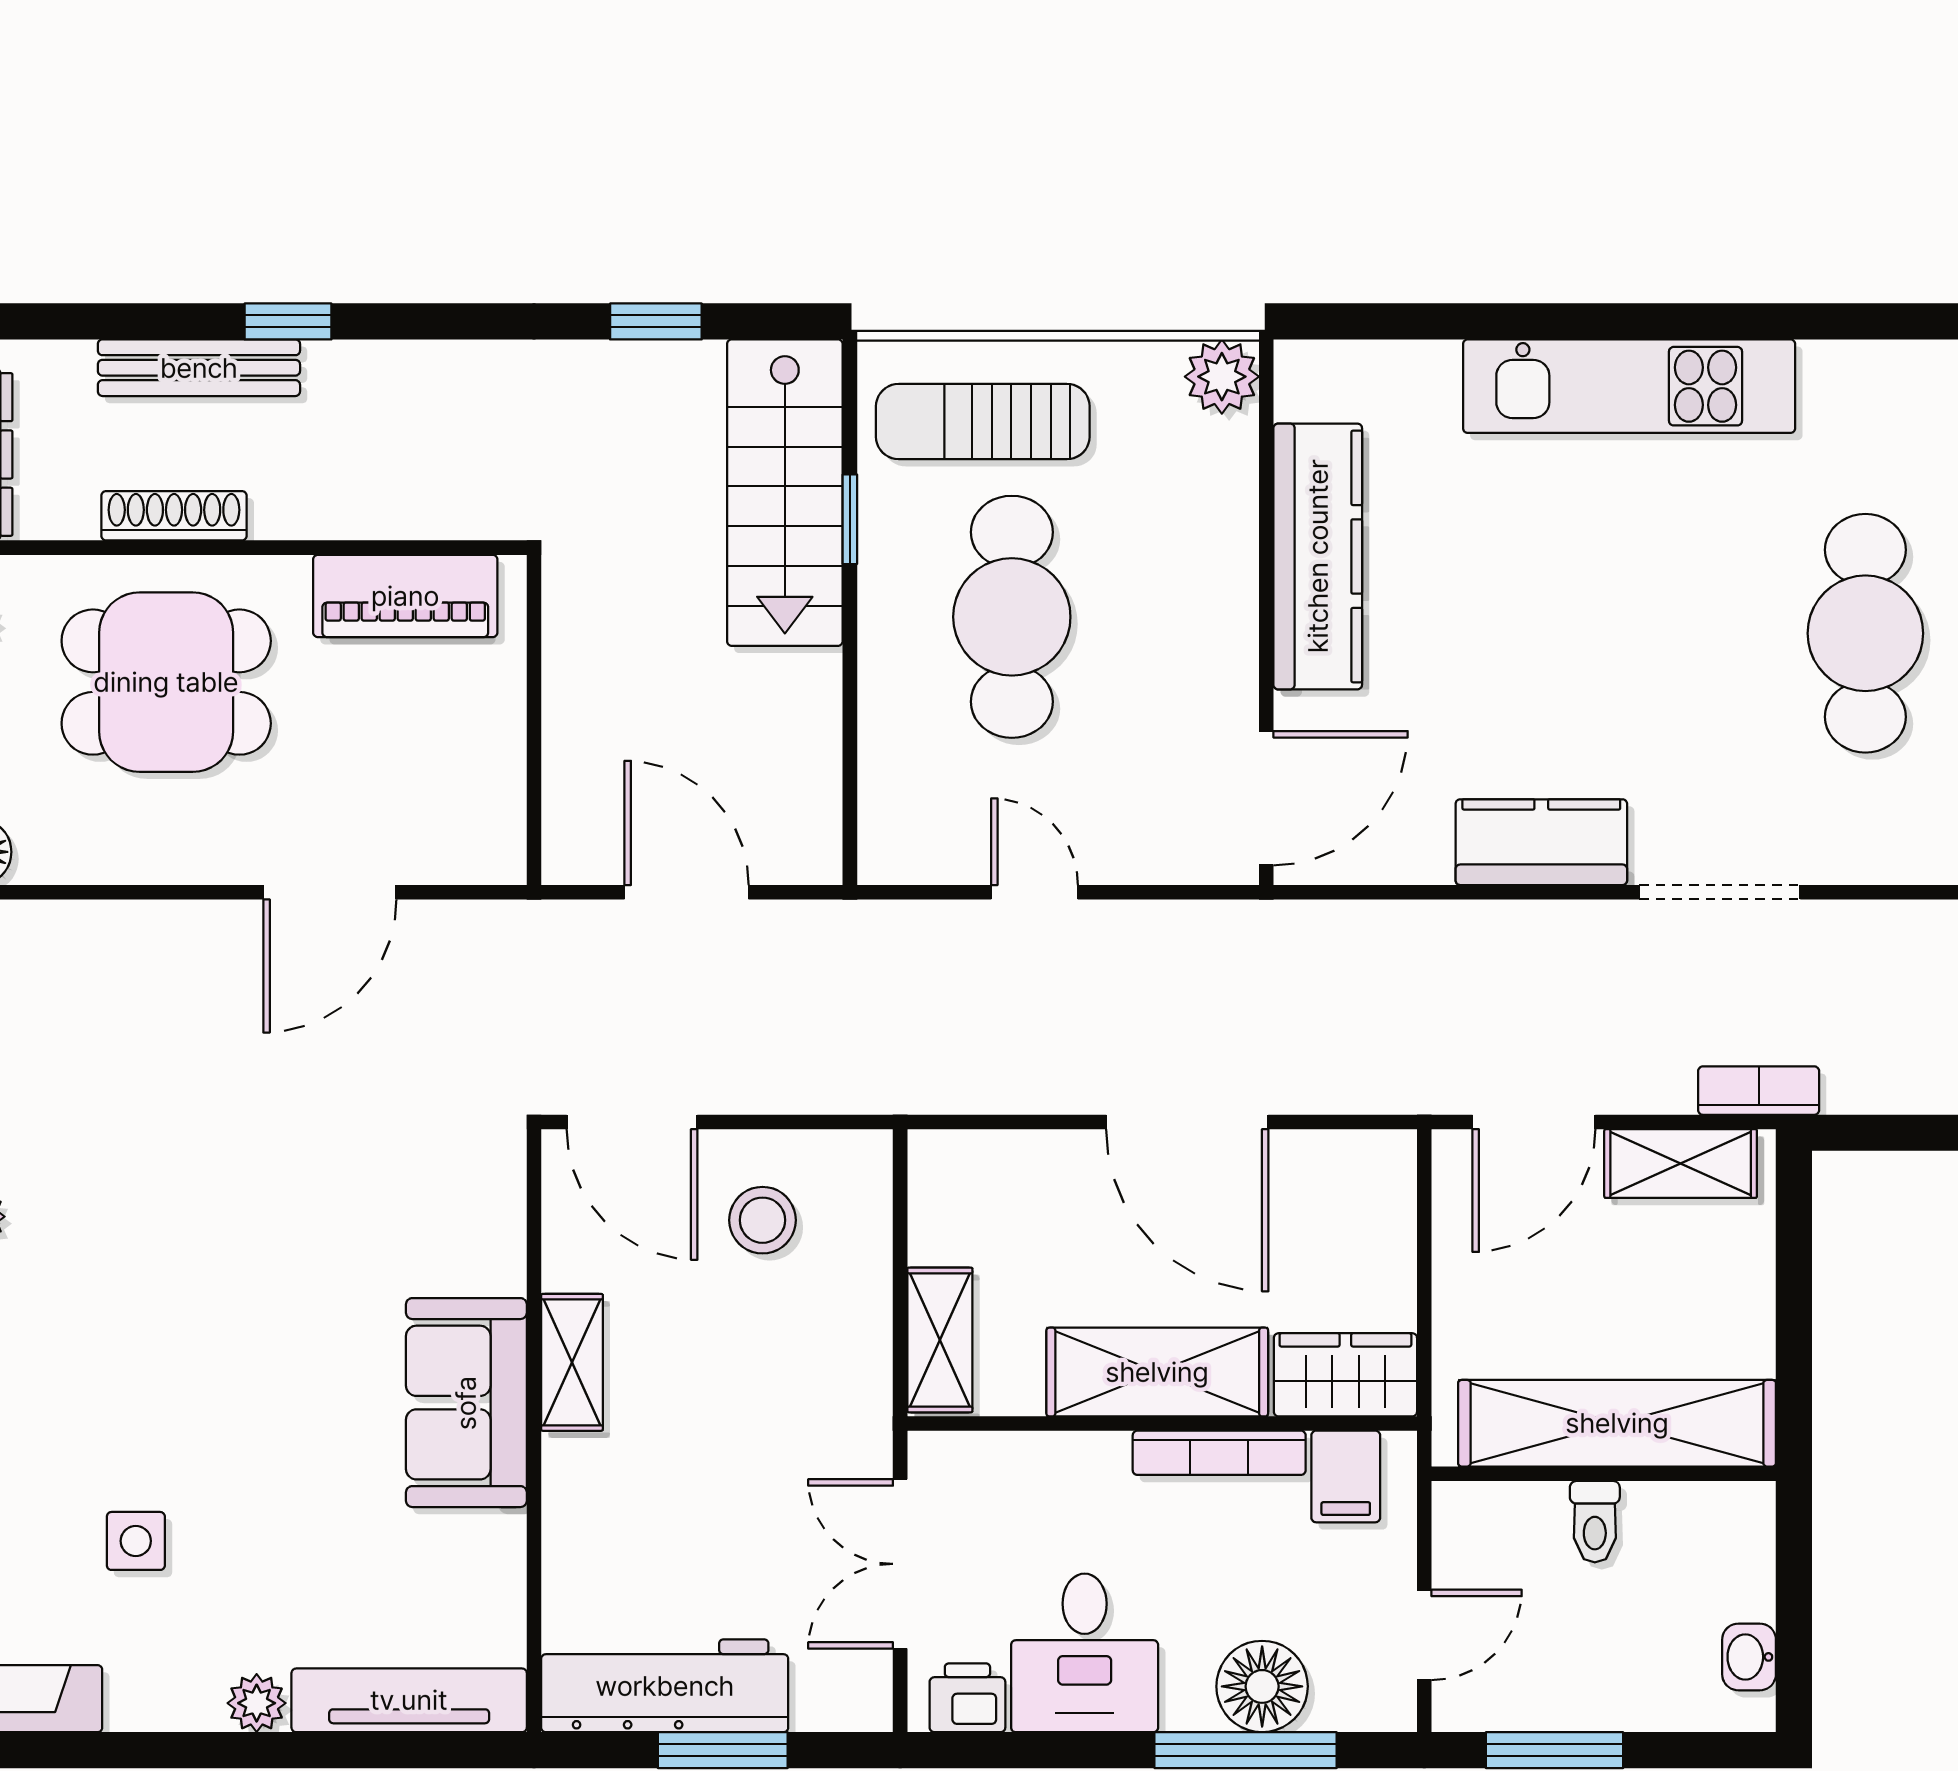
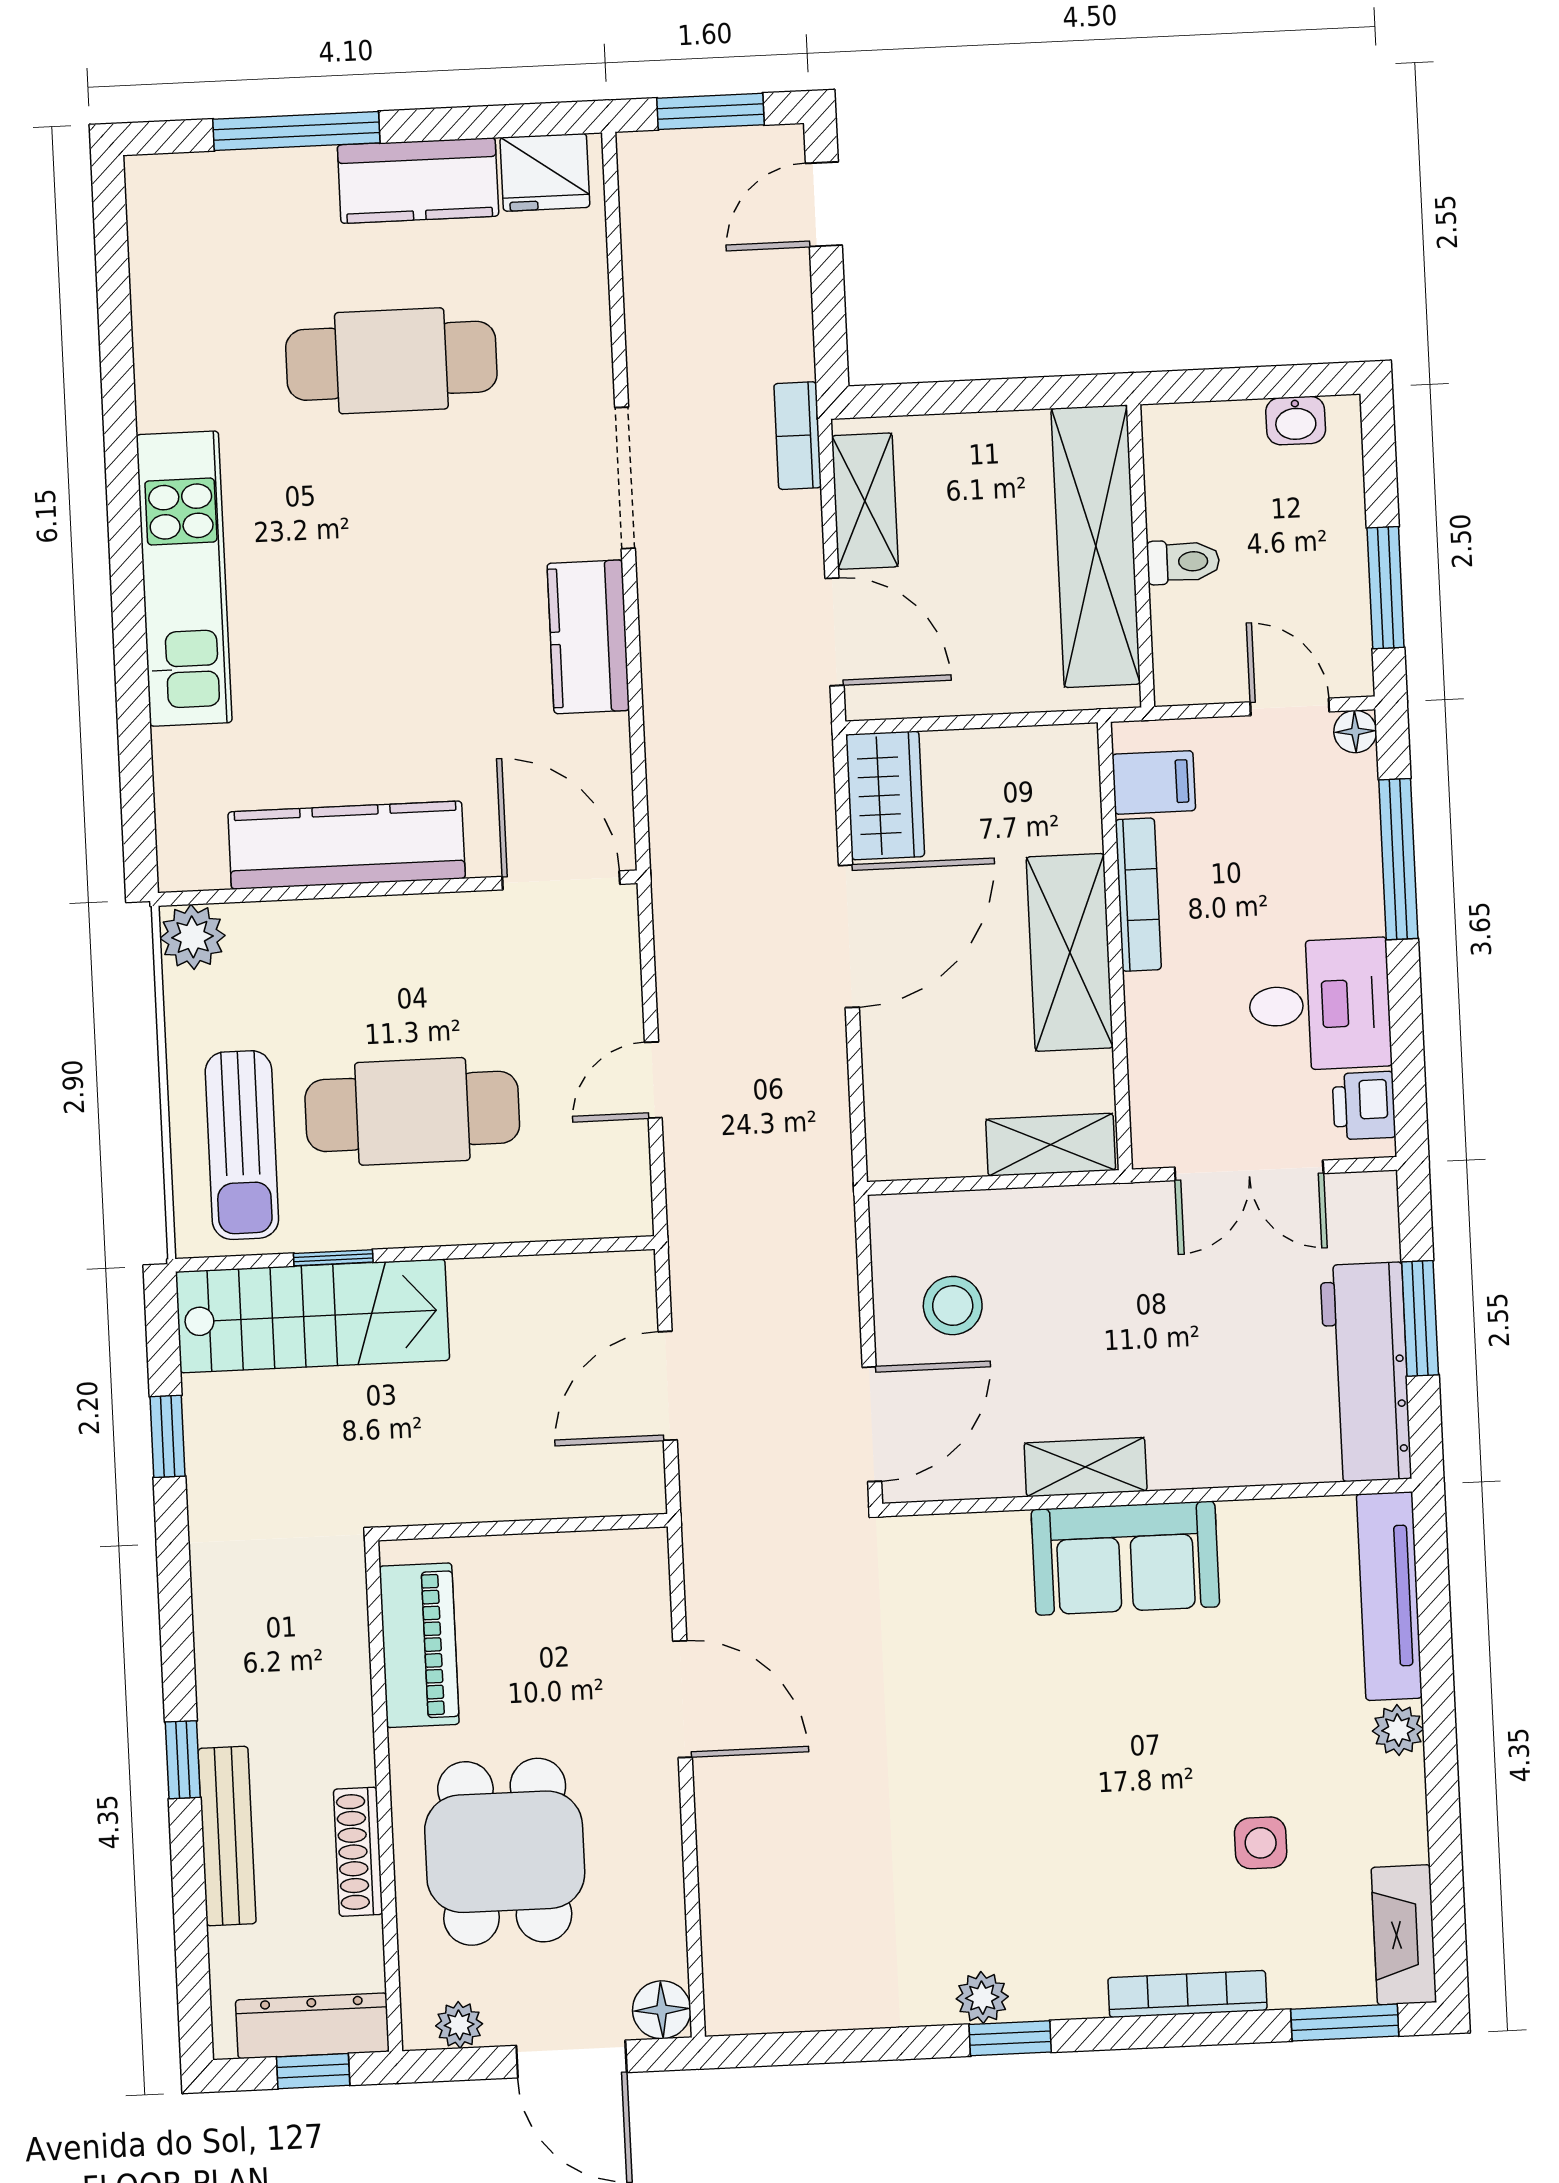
wardrobe: (1345, 1375) -> (885, 795), moved, turned 180
floor lamp: (1262, 1686) -> (1355, 731), moved, width x0.53, depth x0.53

